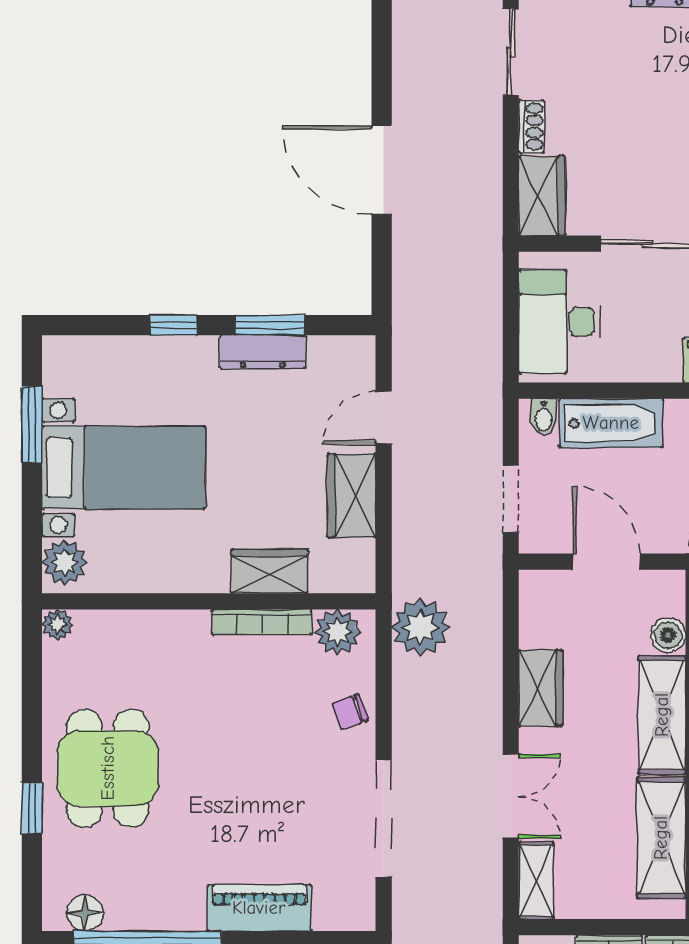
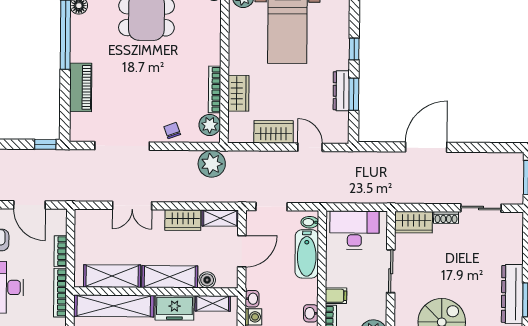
shelving: (536, 881) -> (220, 218), moved

